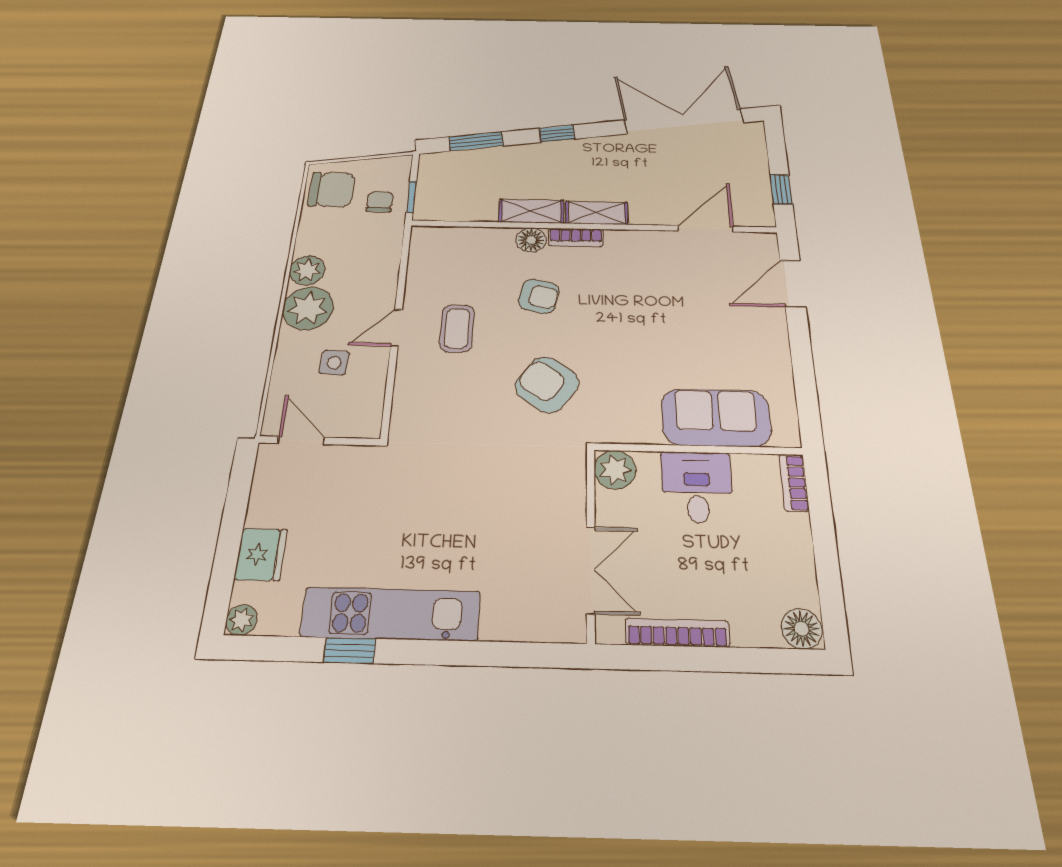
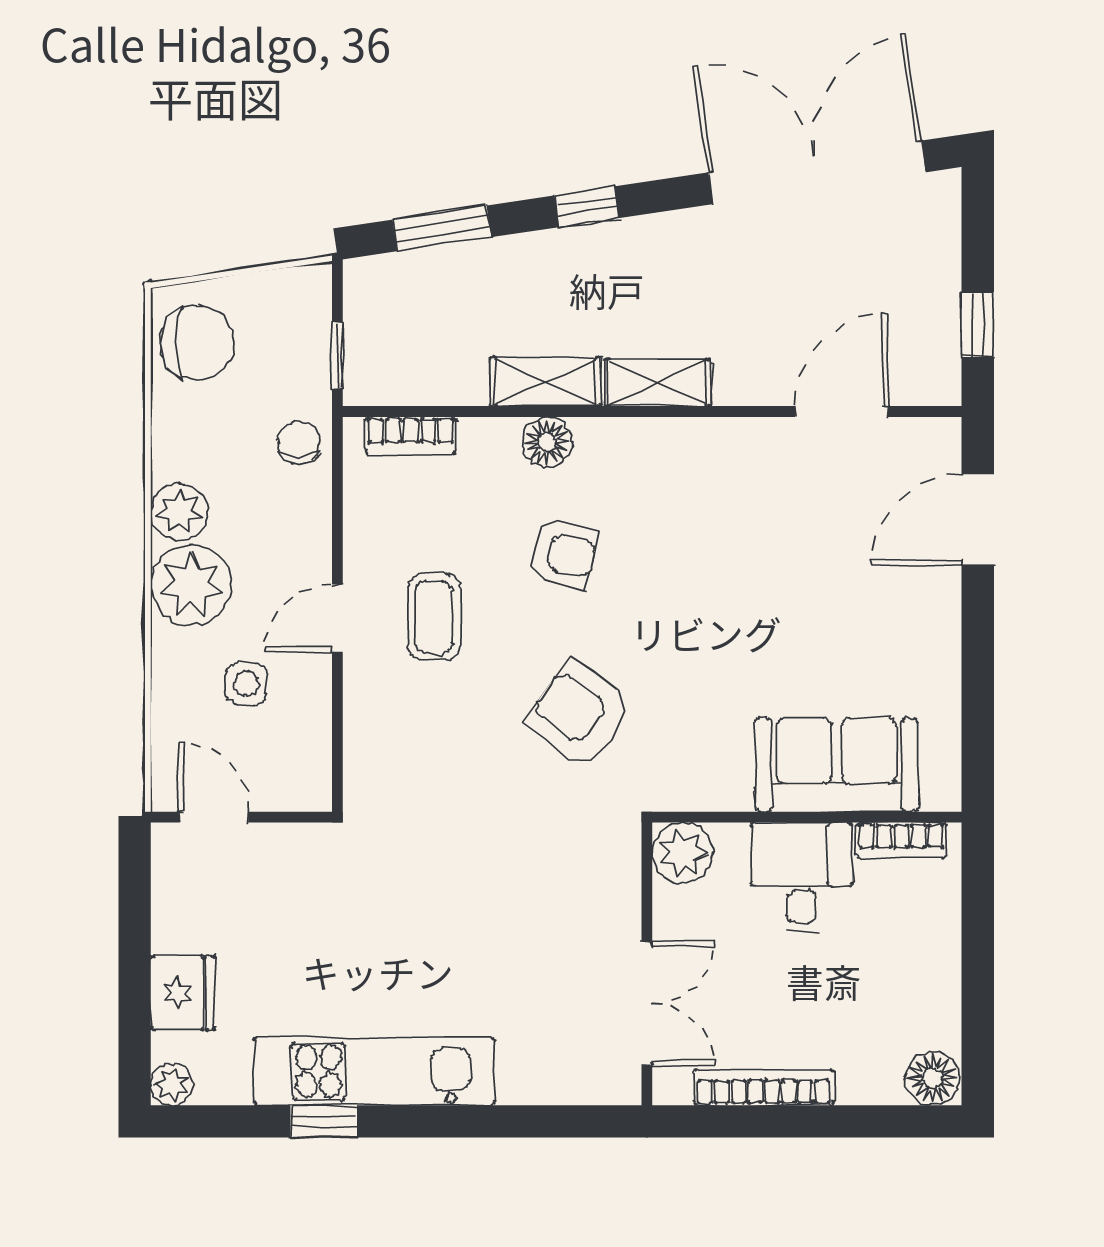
chair: (380, 202) -> (299, 443), moved
bookcase: (576, 237) -> (411, 435), moved
bookcase: (794, 483) -> (901, 840), moved, turned -90

